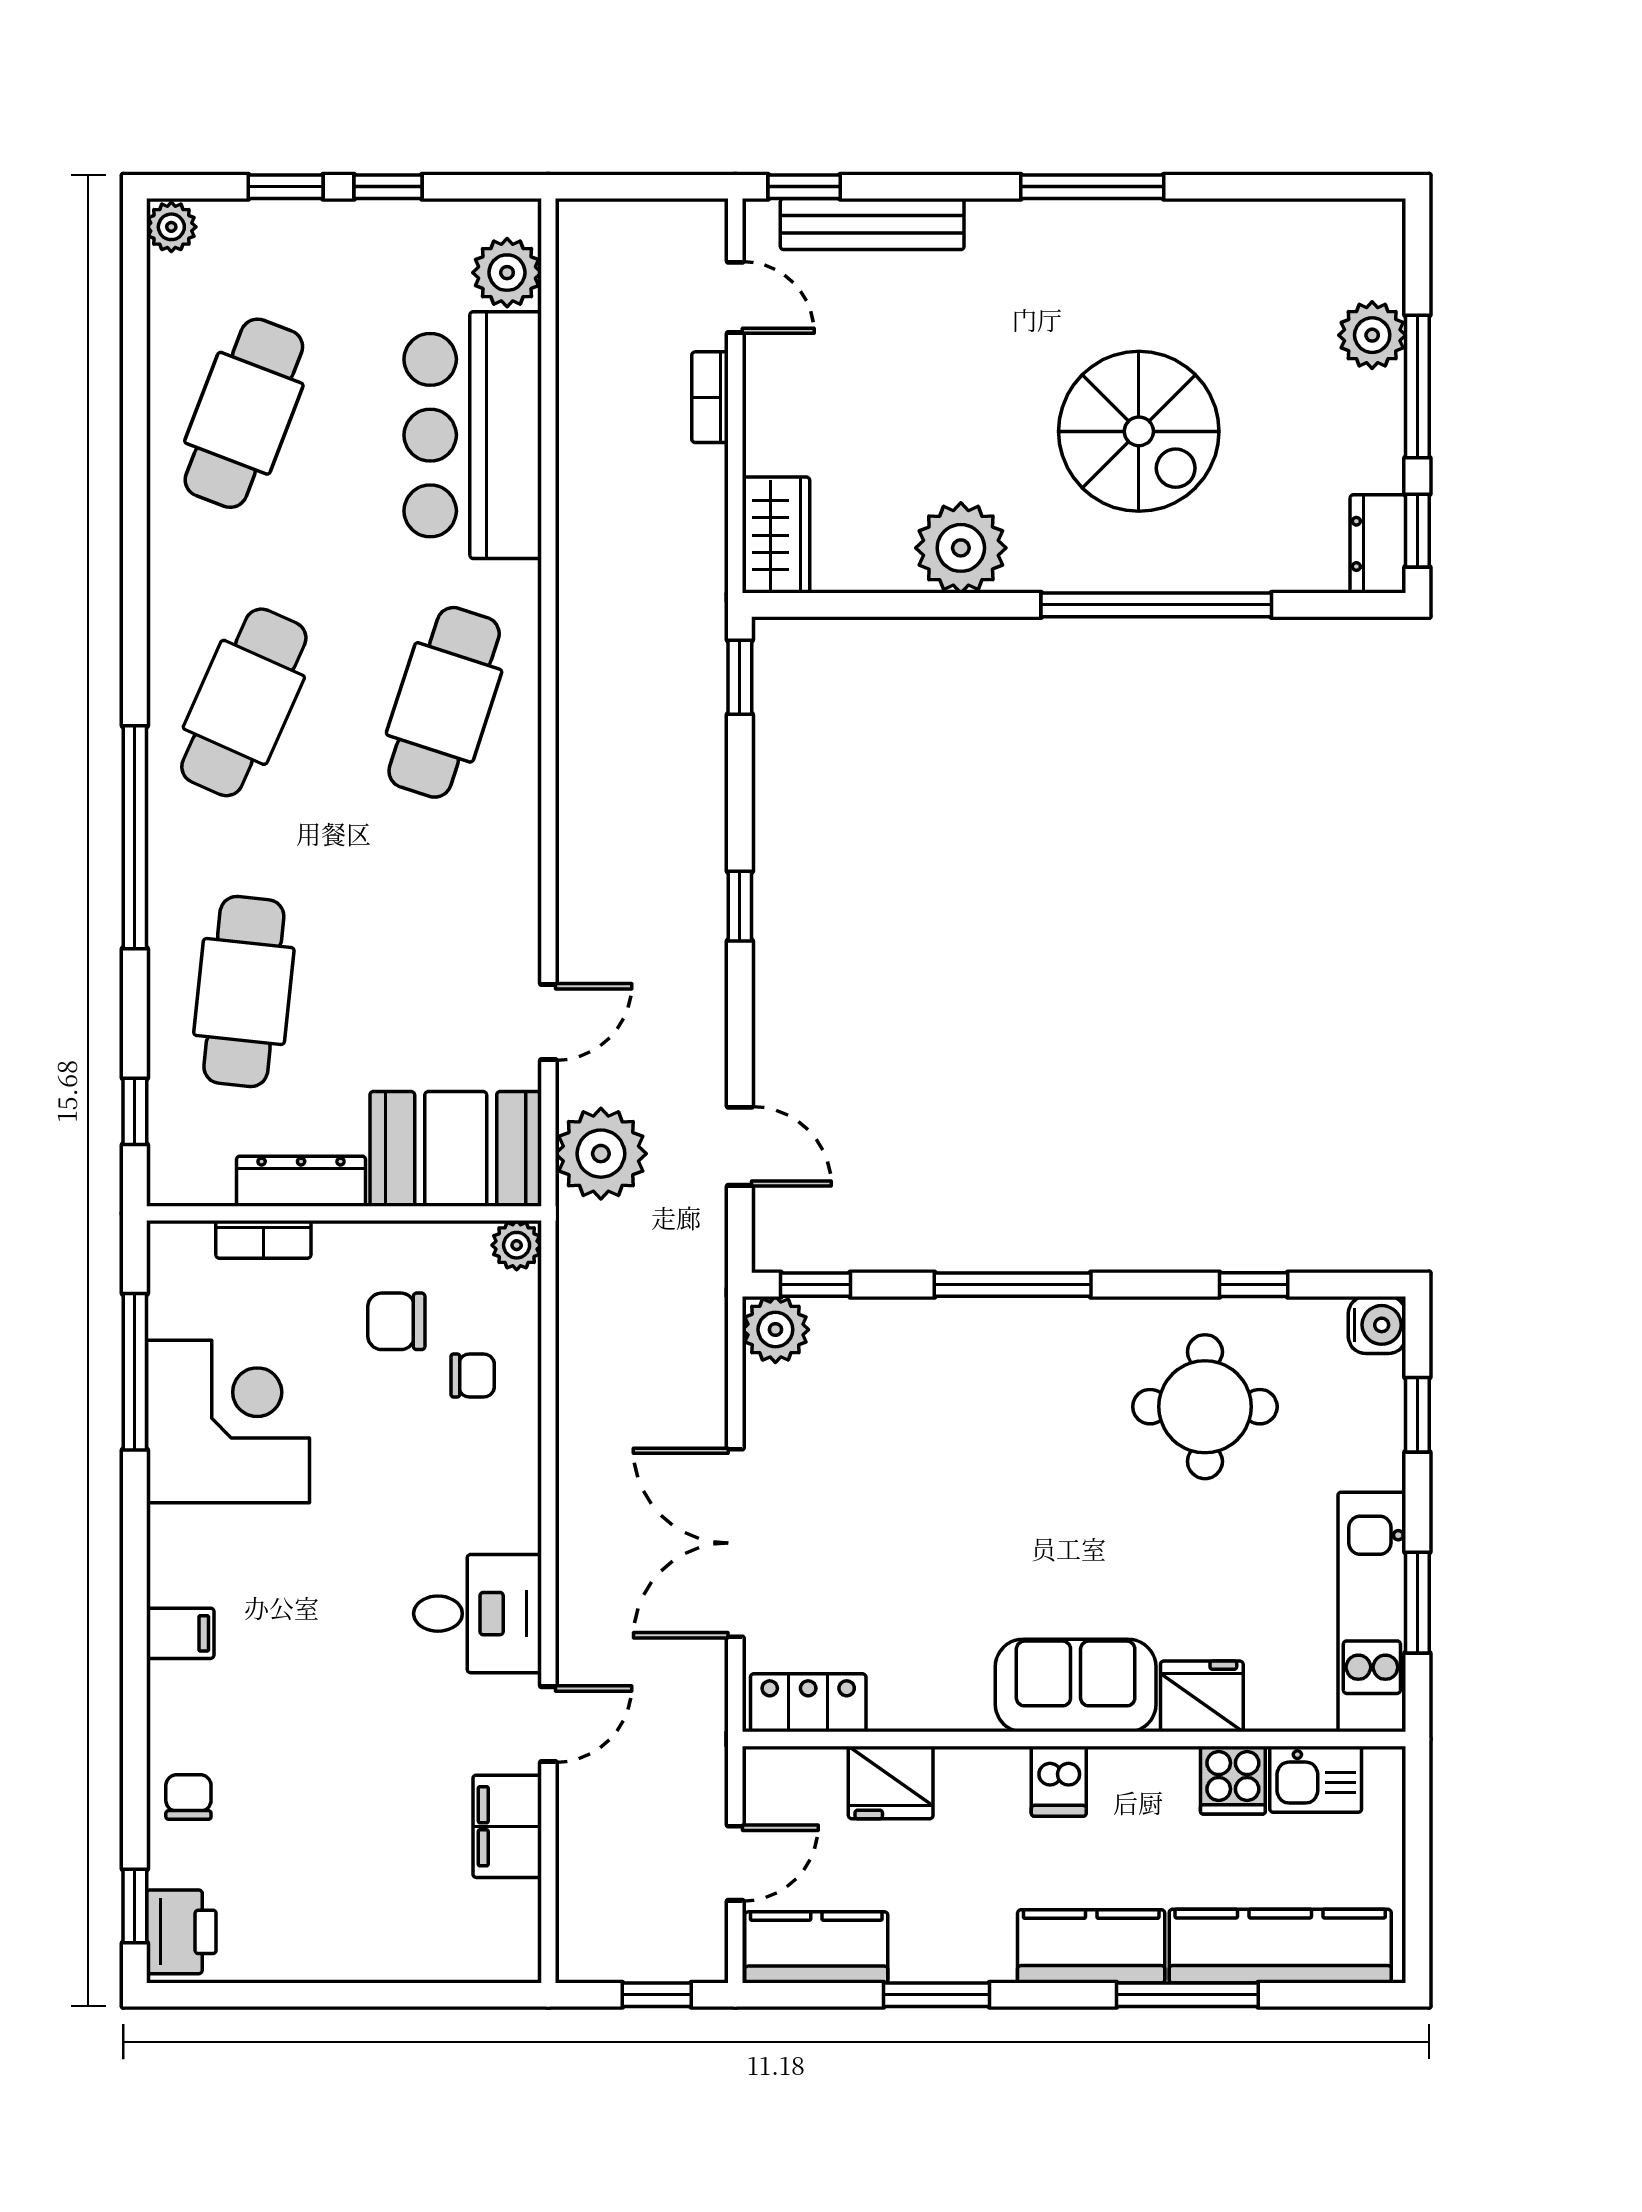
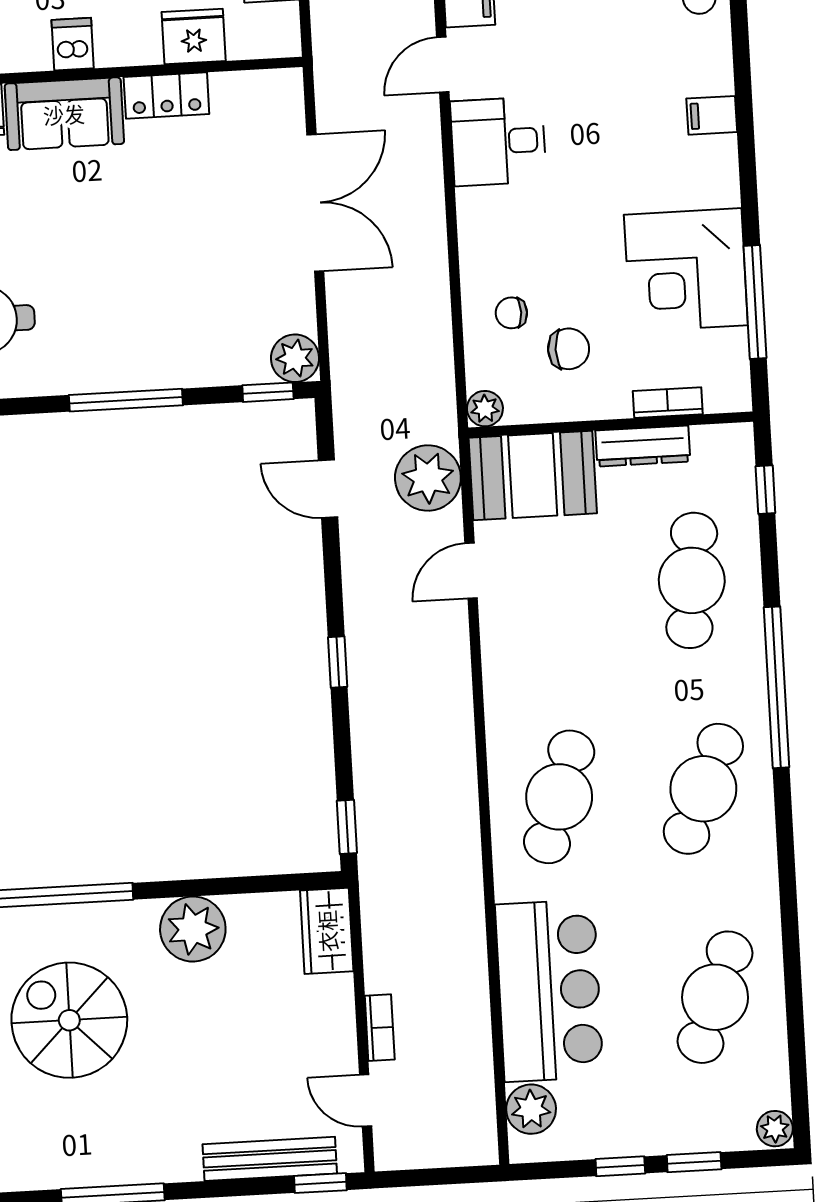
locker: (808, 1703) -> (166, 96), moved

